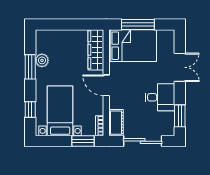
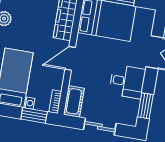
door: (106, 85) -> (70, 58), hinge flipped
sliding door: (143, 141) -> (100, 127), width x0.73

